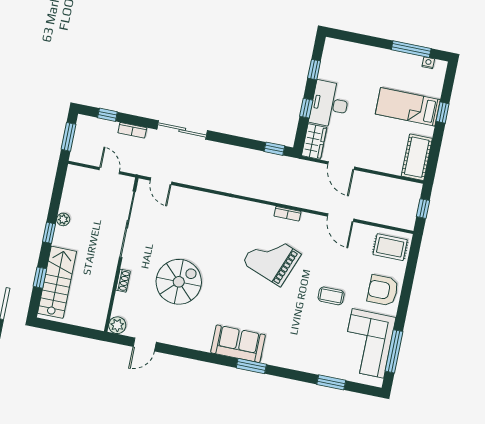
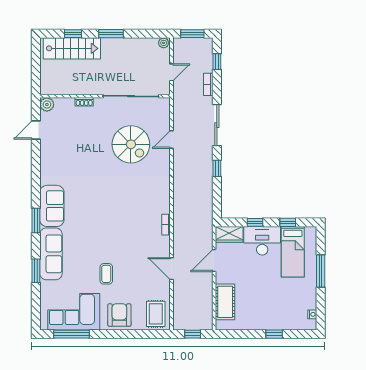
window: (411, 49) -> (321, 271), moved
bed: (408, 107) -> (293, 252), moved, turned 180
window: (274, 149) -> (217, 168), moved
cot: (417, 157) -> (225, 302), moved, turned 90
door: (161, 181) -> (172, 139), moved
door: (341, 218) -> (172, 269), hinge flipped
plant: (63, 219) -> (164, 43), moved
window: (49, 233) -> (111, 34), width x1.50
grand piano: (272, 258) -> (127, 219), removed
spiral stairs: (179, 282) -> (131, 144), moved
door: (145, 344) -> (36, 130), hinge flipped
sofa: (294, 356) -> (51, 254), added
window: (331, 382) -> (36, 271), moved

